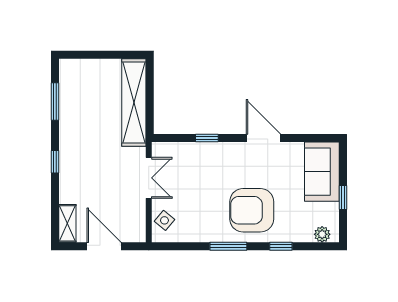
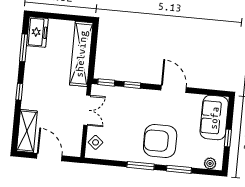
freezer: (72, 79) -> (37, 32), added
window: (171, 138) -> (106, 82), added
shelving: (67, 223) -> (27, 131), width x1.50, depth x1.33
window: (281, 246) -> (179, 169), width x1.50

